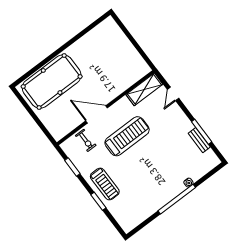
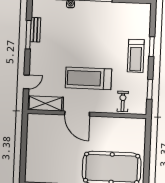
door: (97, 114) -> (77, 114), moved
treadmill: (105, 184) -> (136, 56), turned 180

